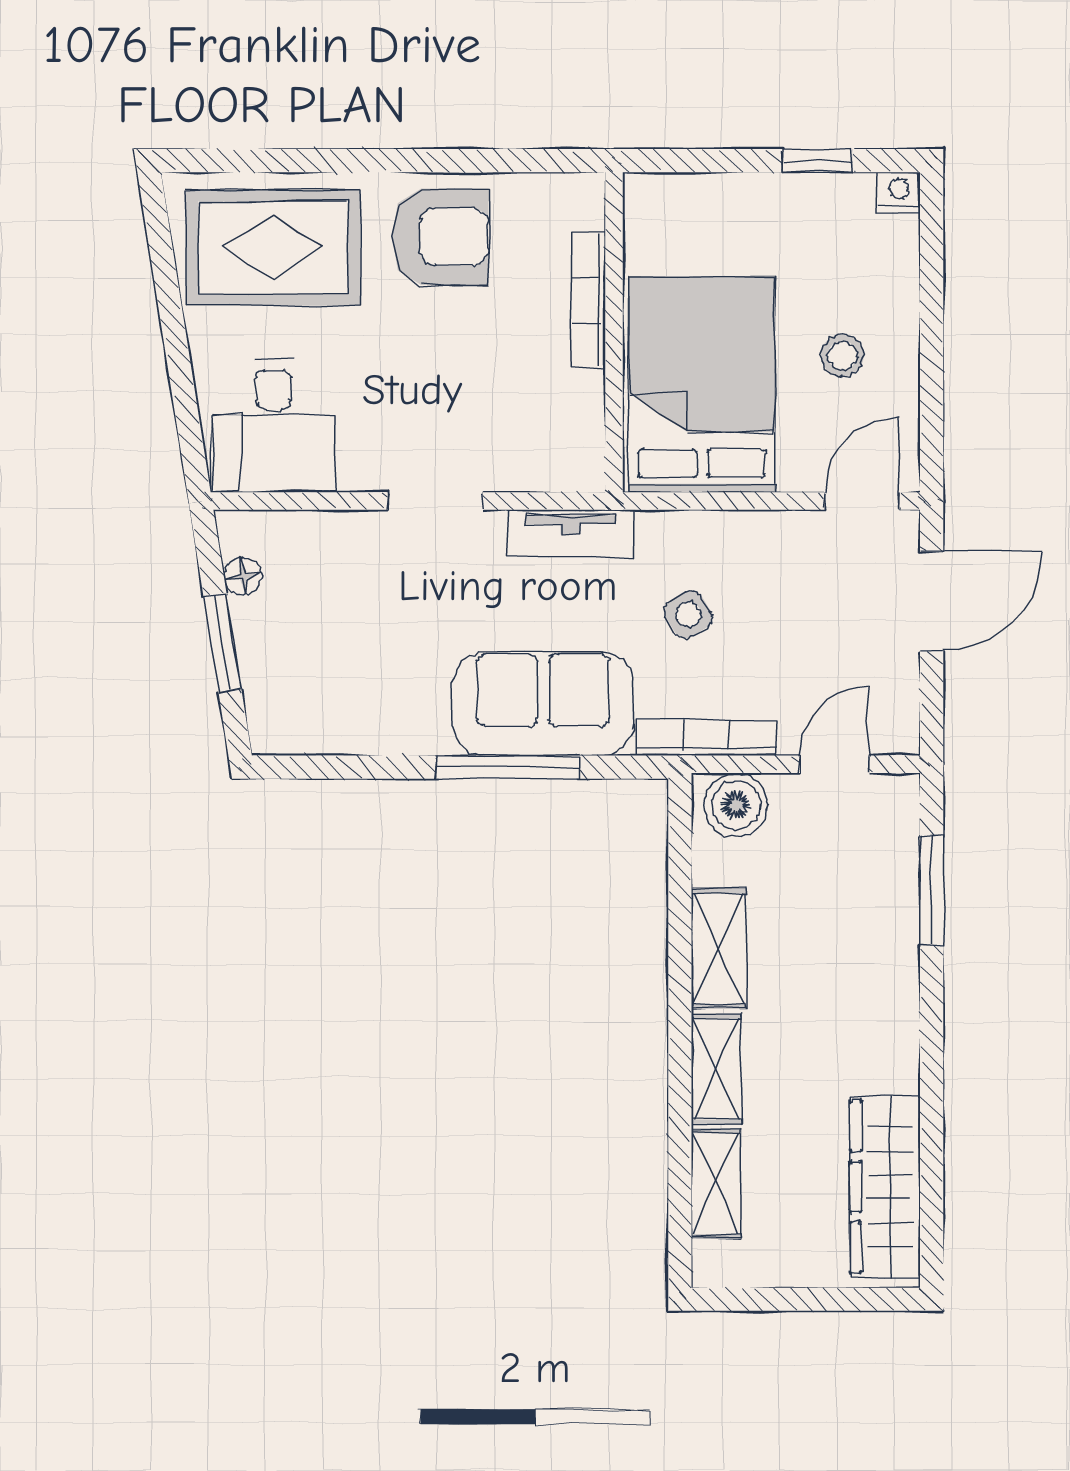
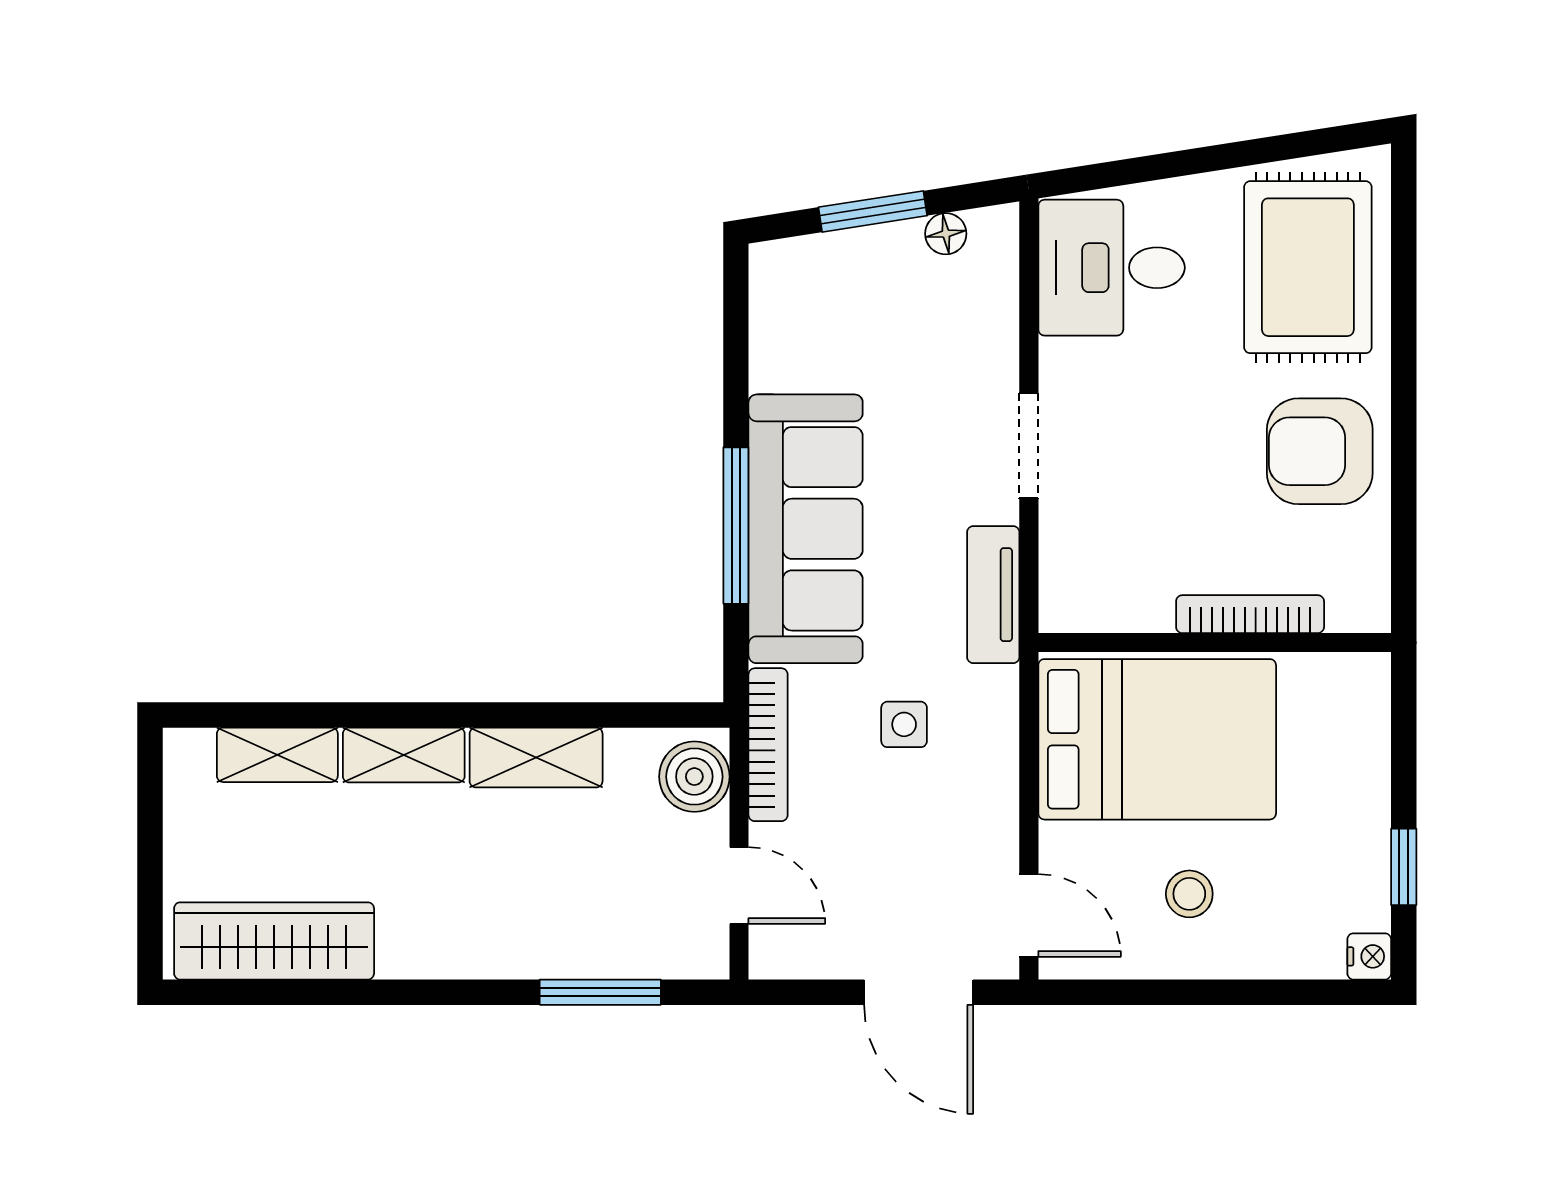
armchair: (440, 237) -> (1320, 451), turned 90
side table: (688, 614) -> (904, 724), turned 31
sofa: (543, 704) -> (806, 529), width x1.36

